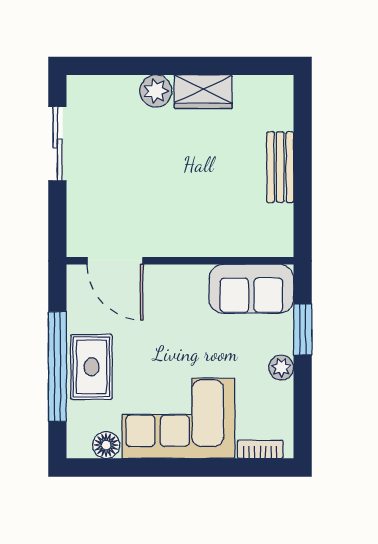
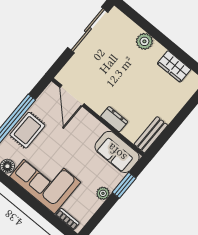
wardrobe: (203, 92) -> (174, 66), moved
sliding door: (57, 144) -> (88, 30), width x1.37
bench: (280, 167) -> (151, 135), moved
dresser: (207, 244) -> (114, 119), added

